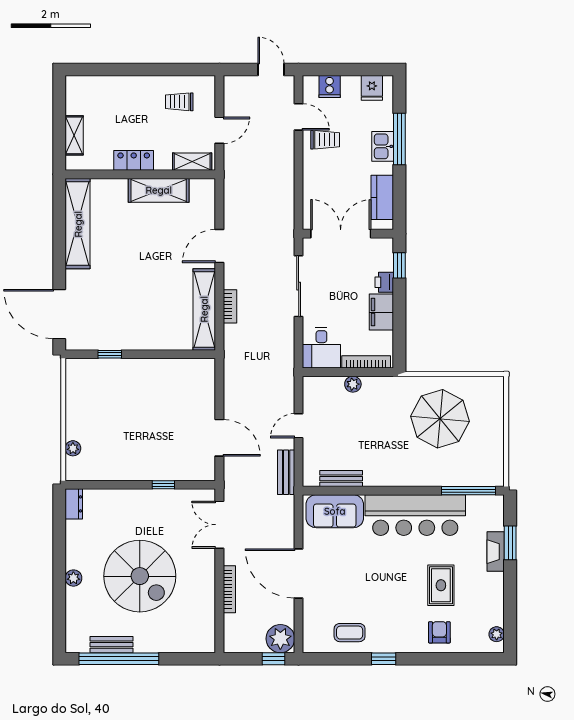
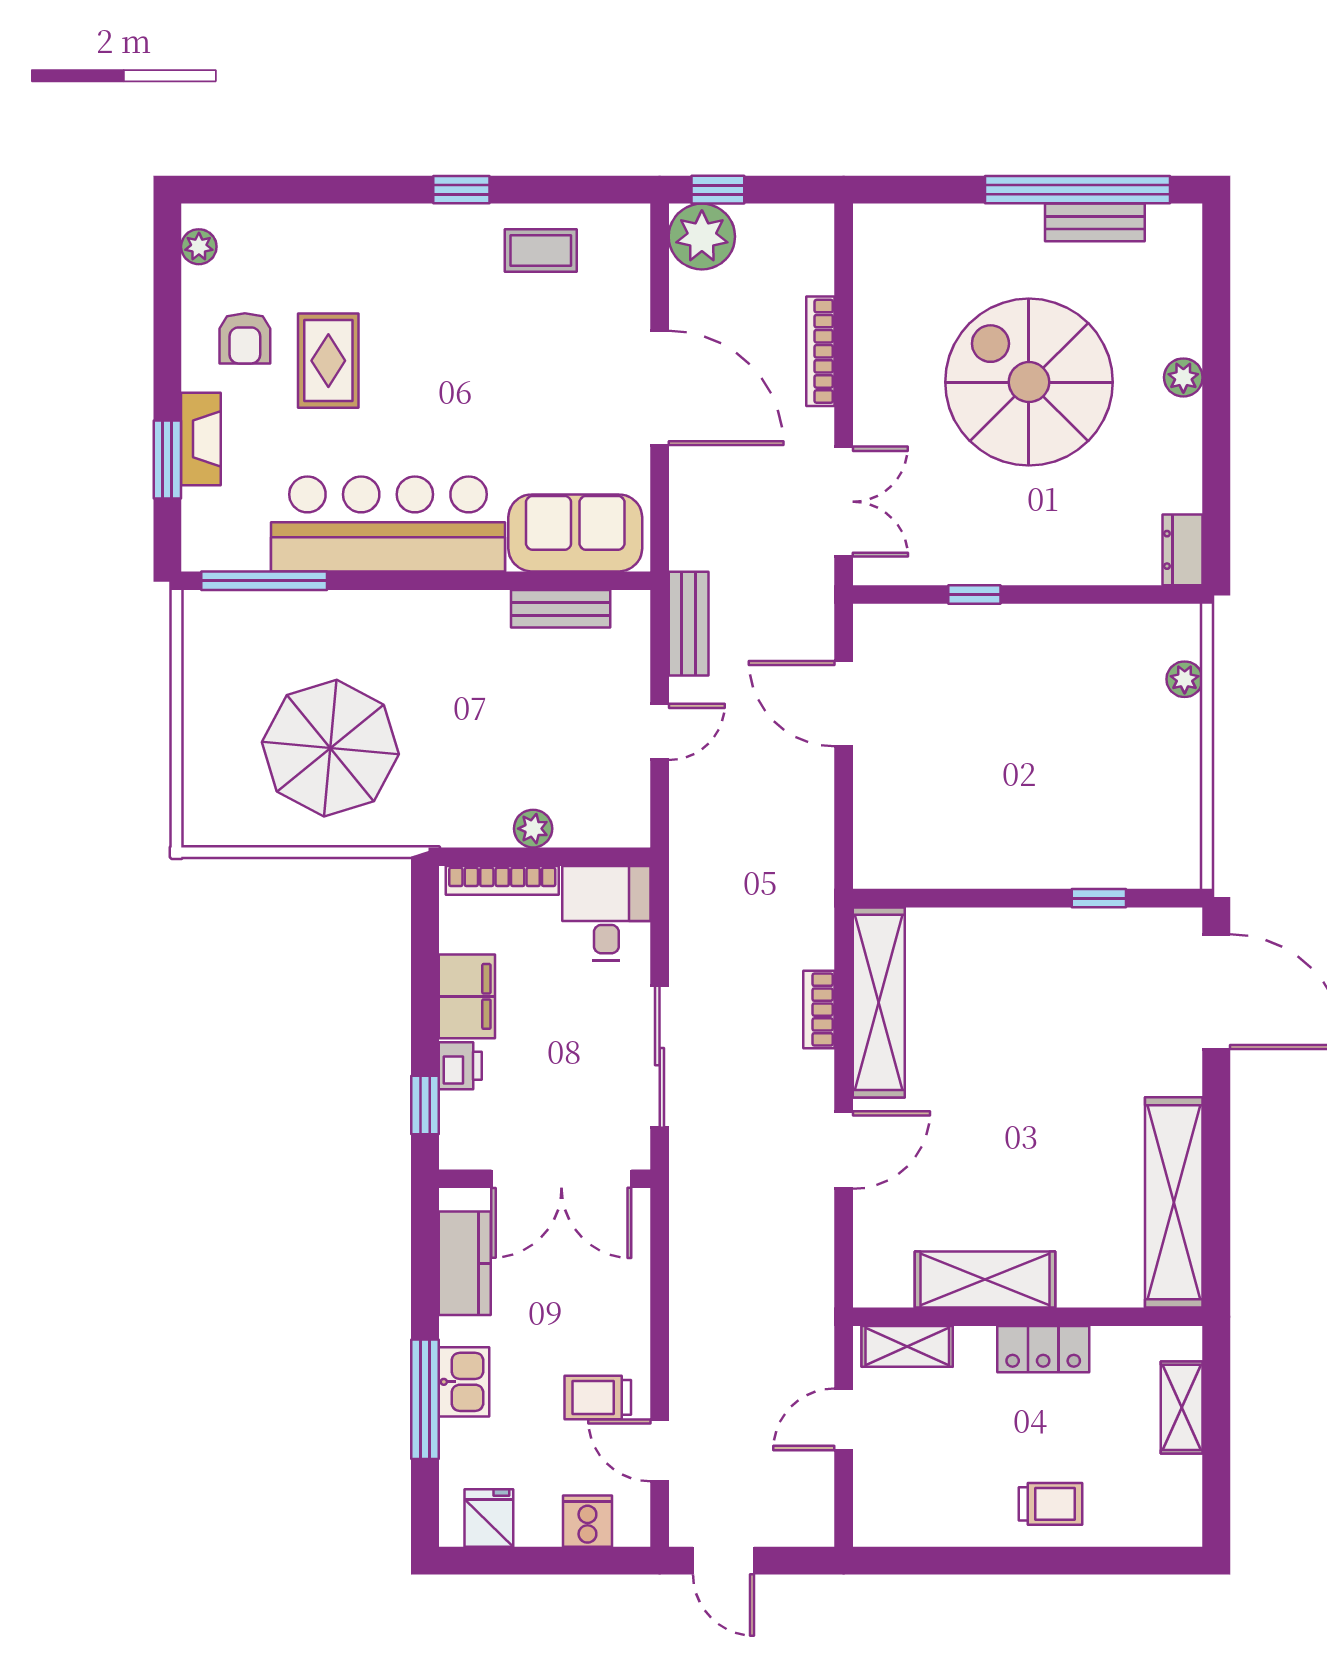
trolley: (179, 102) -> (1051, 1504), moved
armchair: (439, 632) -> (245, 338), moved

